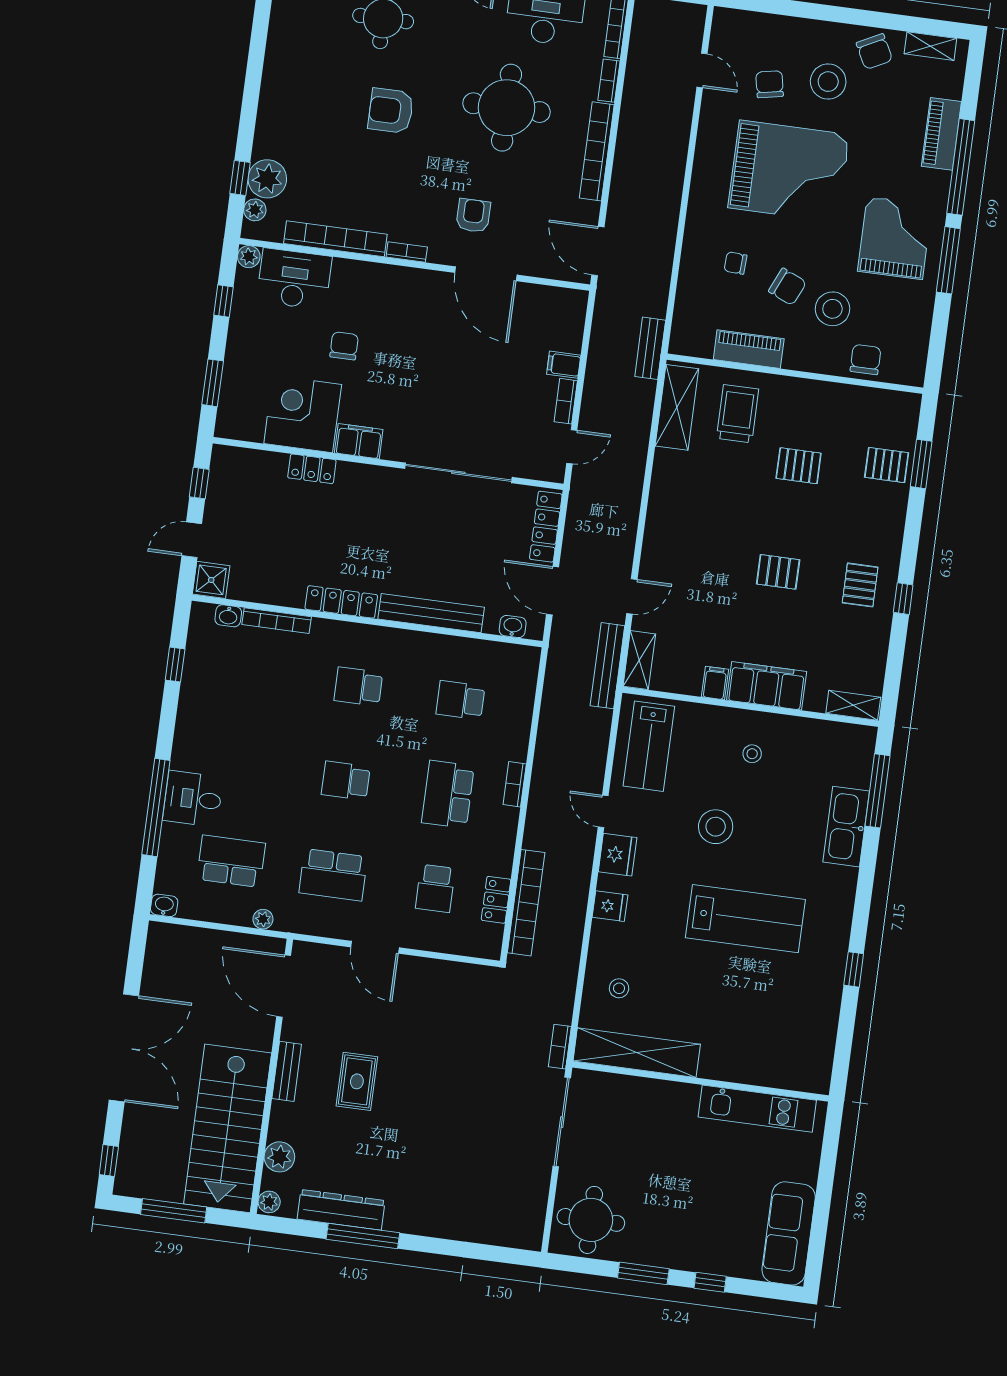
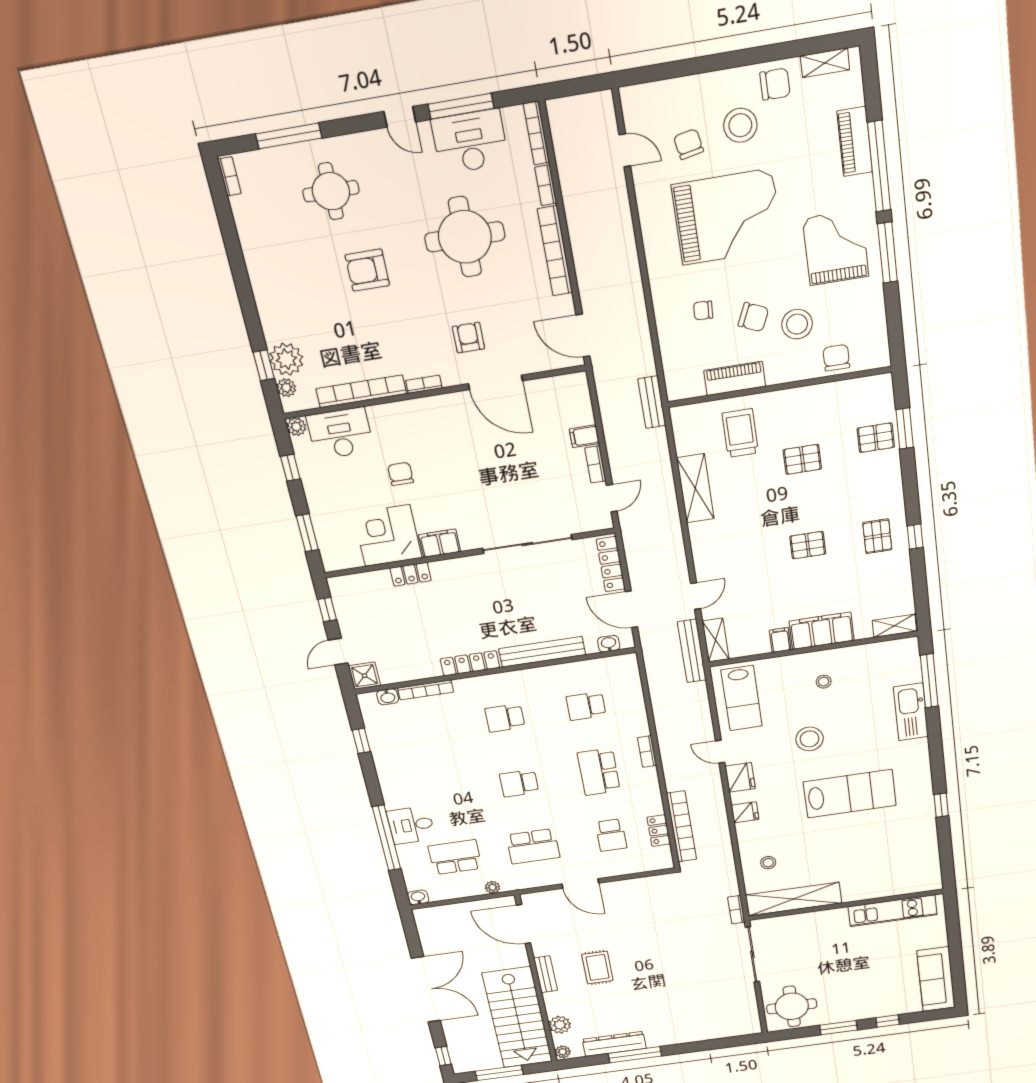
chair: (874, 52) -> (775, 84), turned -63
shelving: (677, 407) -> (695, 488), moved

